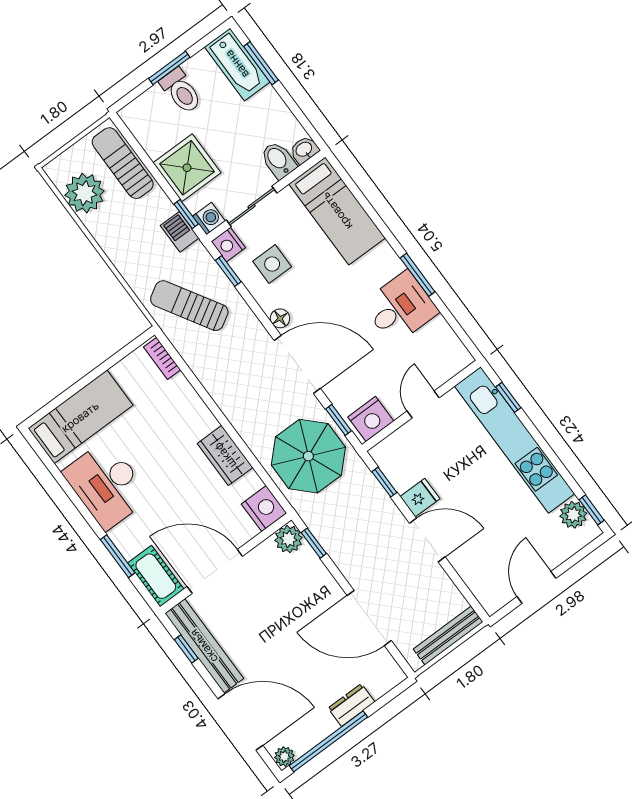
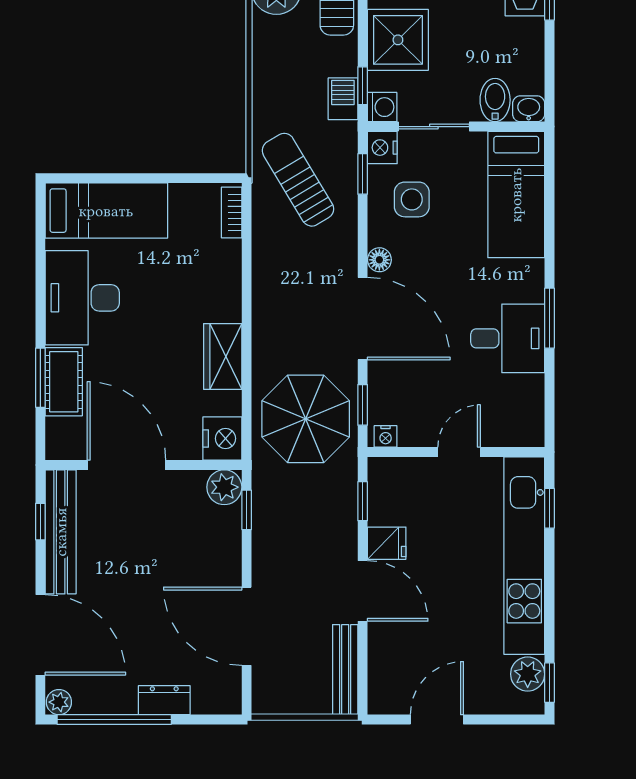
nightstand: (371, 419) -> (386, 436), width x0.53, depth x0.56
cot: (156, 576) -> (64, 382), moved
bench: (448, 635) -> (345, 670), moved, turned 90

